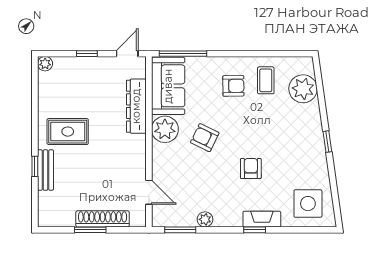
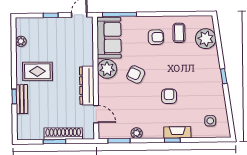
plant: (45, 64) -> (21, 41), moved
dresser: (136, 106) -> (87, 86), moved
side table: (308, 204) -> (210, 121), width x0.54, depth x0.54

